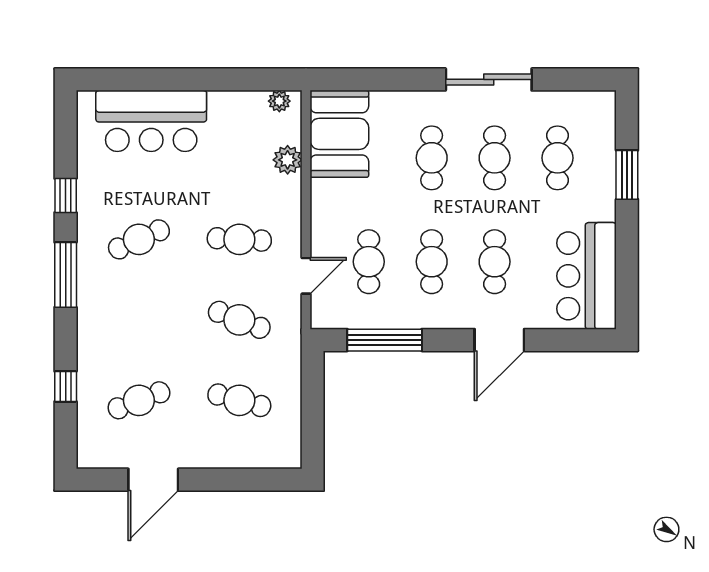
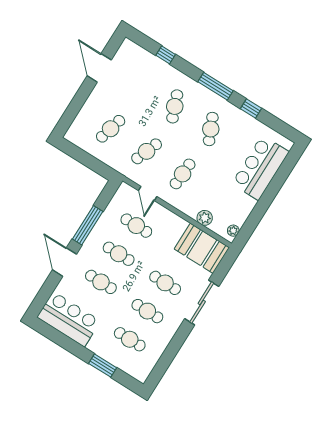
sliding door: (489, 79) -> (202, 302), moved
window: (385, 340) -> (88, 225), moved
cafe table: (139, 400) -> (175, 106), moved

